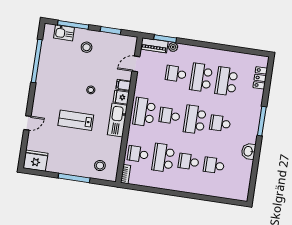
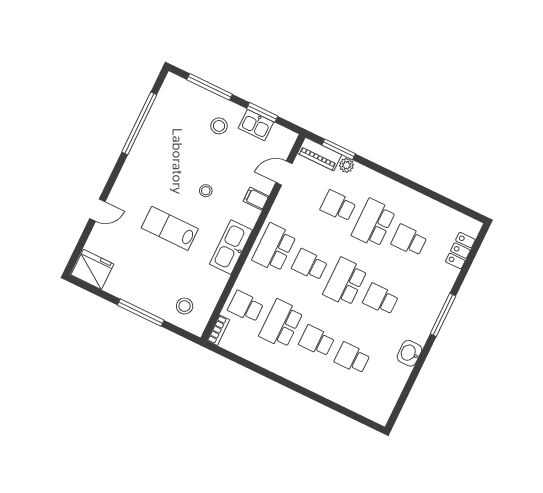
kitchen sink: (64, 33) -> (256, 125), moved
school desk: (226, 81) -> (409, 240), width x0.54
fridge: (121, 97) -> (247, 215), removed

